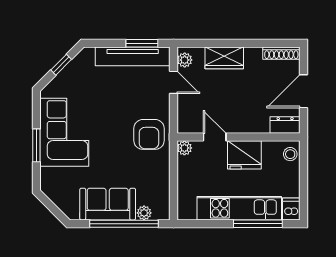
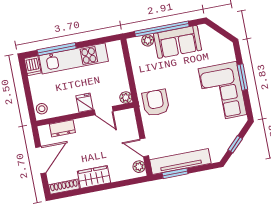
wardrobe: (224, 58) -> (94, 177), moved
dresser: (285, 125) -> (62, 128), moved
fridge: (244, 155) -> (84, 103), width x0.53, depth x0.75

